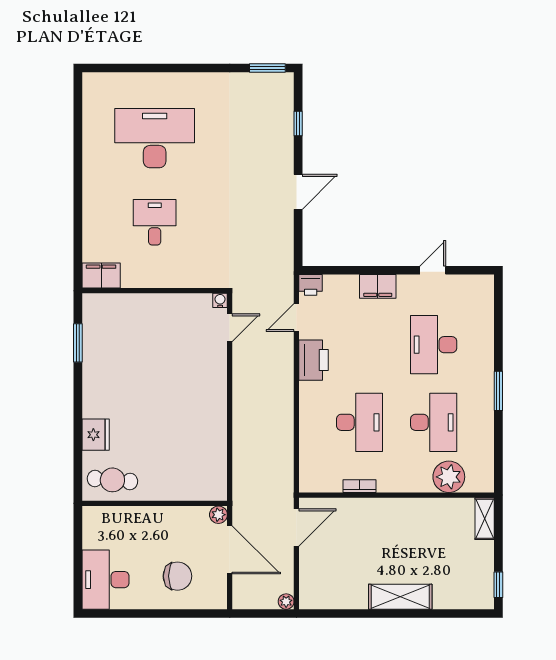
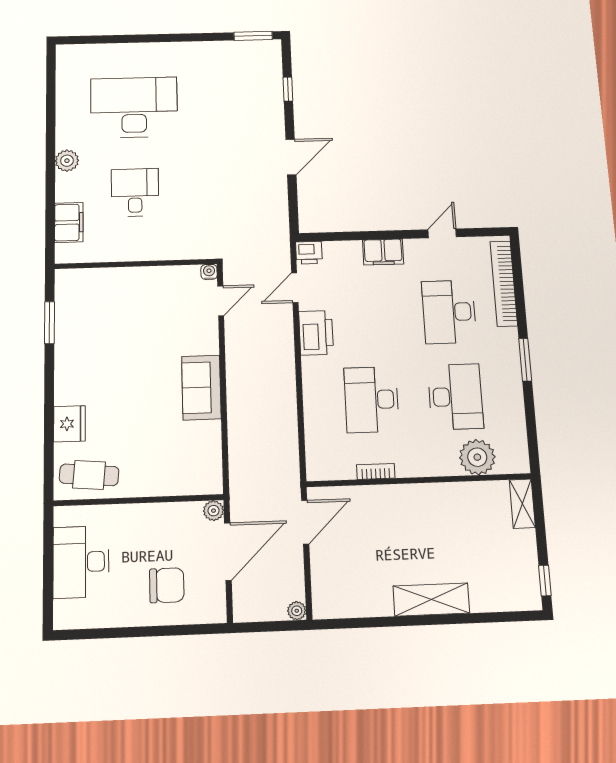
plant: (93, 189) -> (67, 161), added
filing cabinet: (101, 276) -> (69, 222), moved, turned 90
bookcase: (485, 320) -> (504, 284), added
sofa: (211, 406) -> (201, 388), added
desk: (360, 422) -> (372, 400), turned 180
door: (230, 550) -> (228, 552), hinge flipped
desk: (105, 580) -> (81, 562), moved

